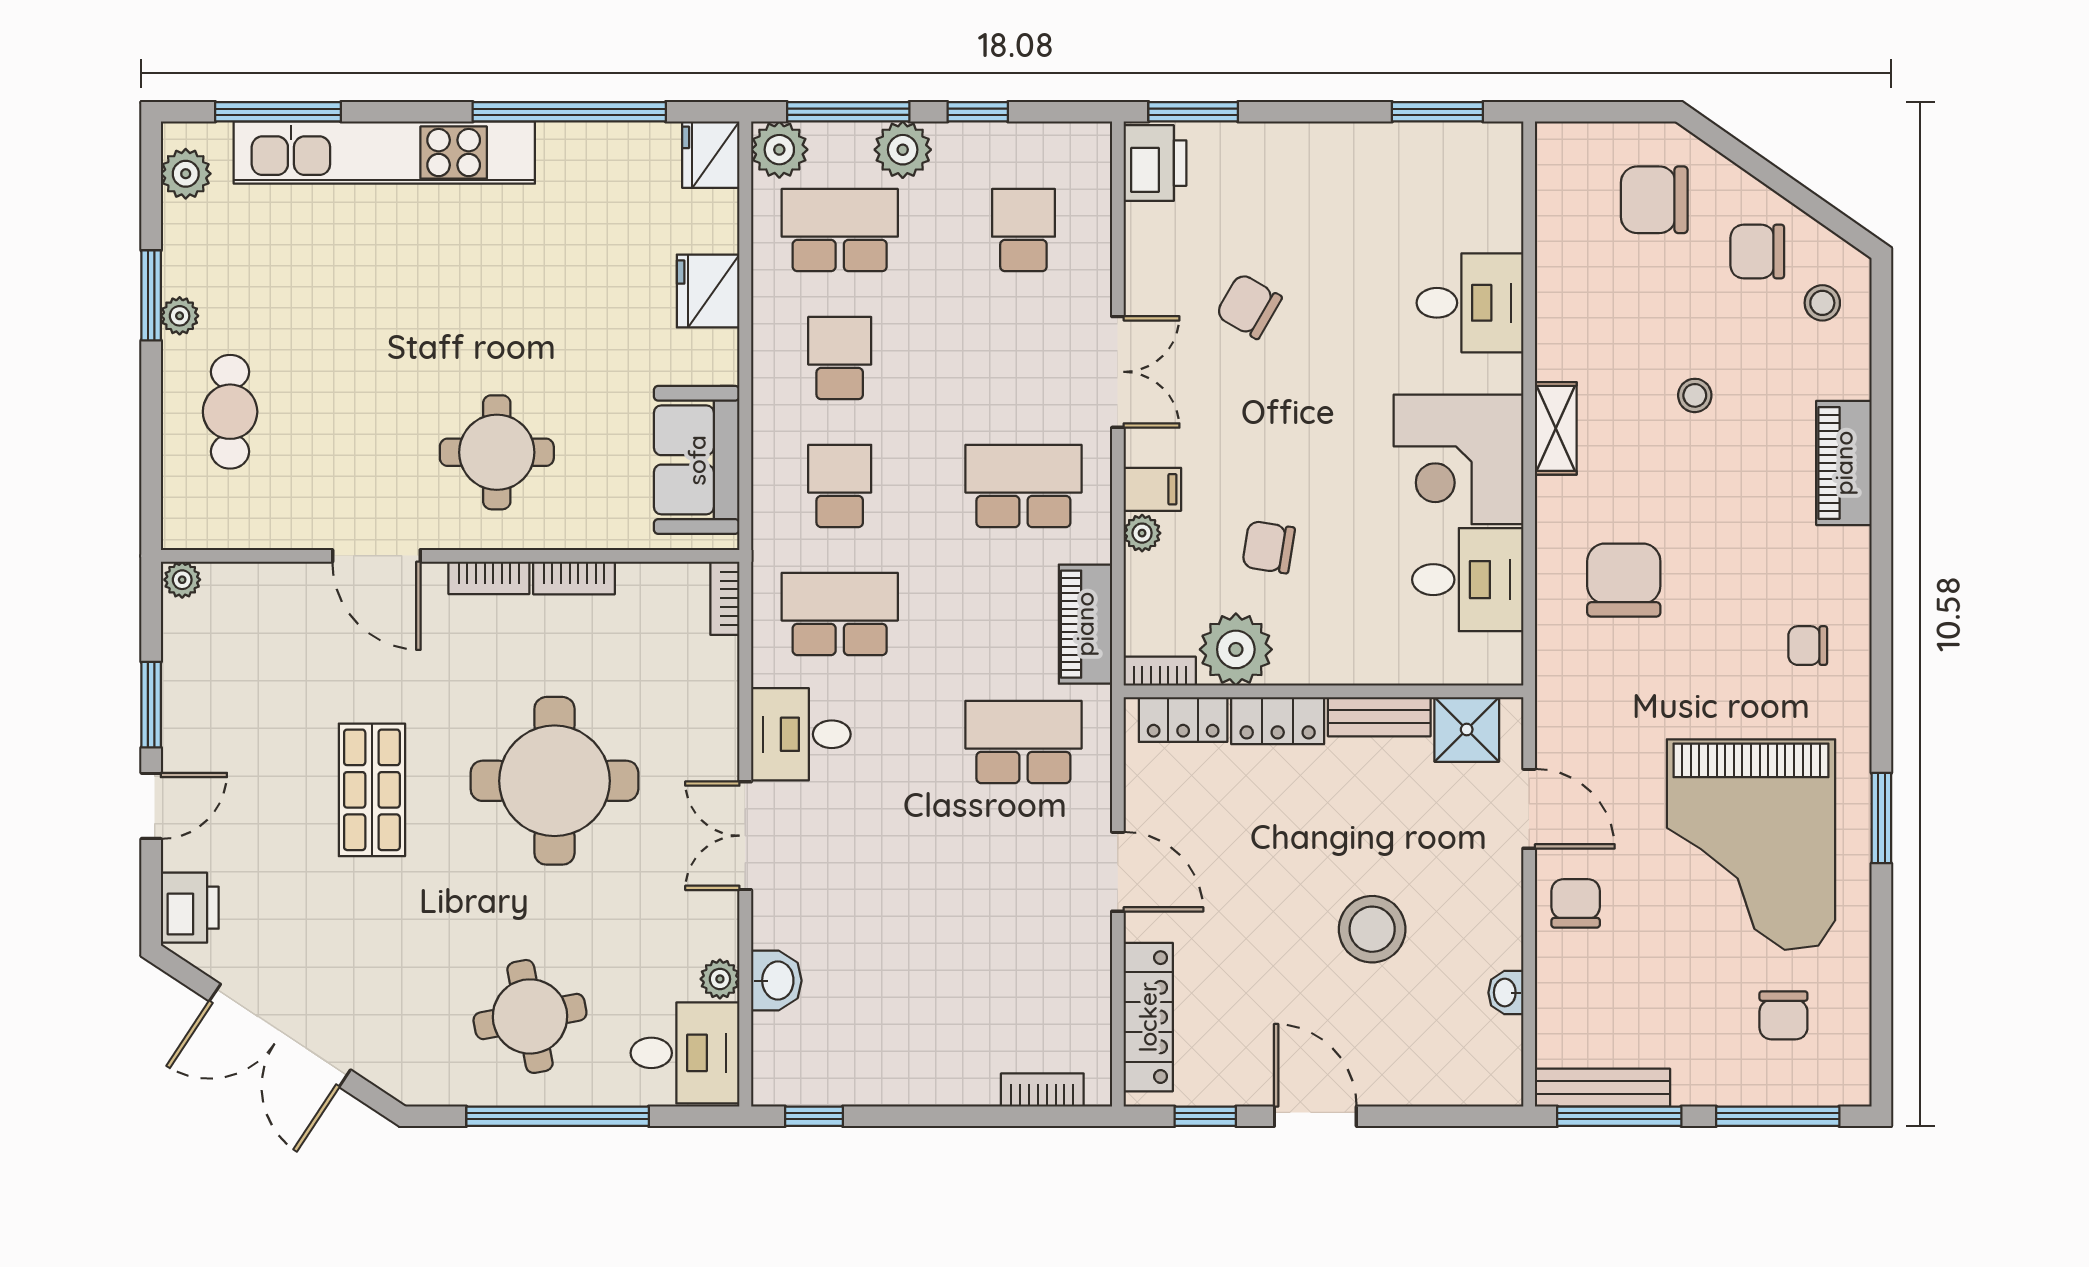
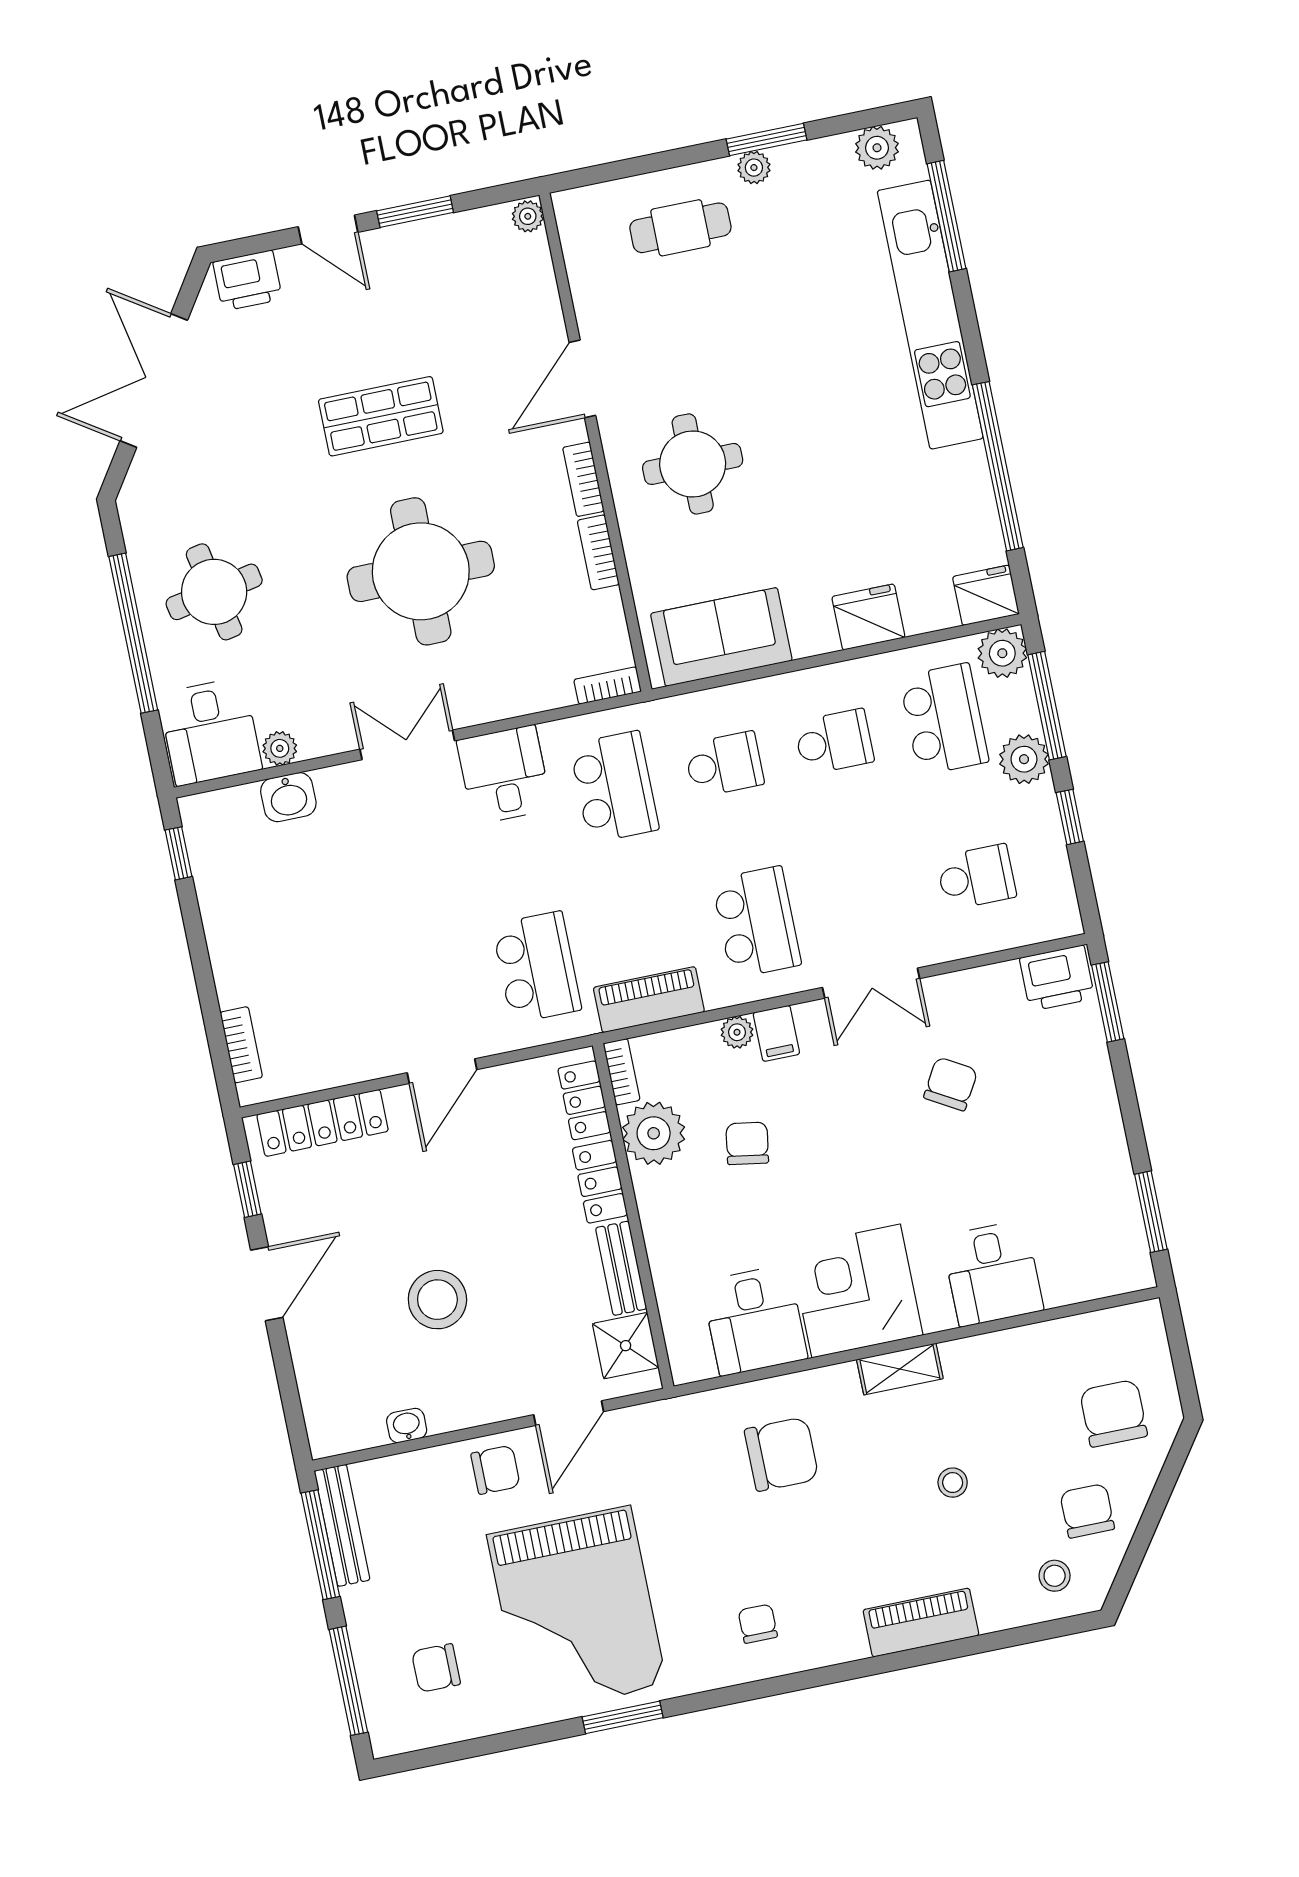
grand piano: (1751, 845) -> (577, 1610), turned -90

